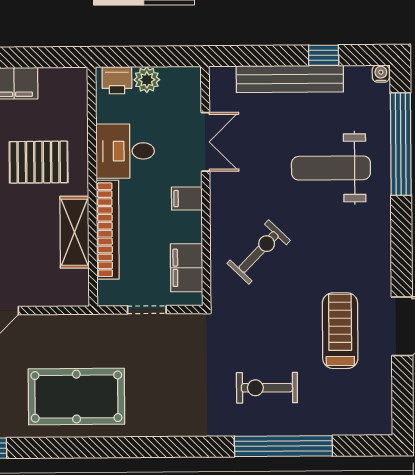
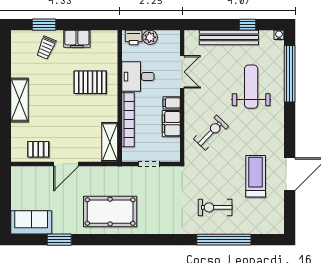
weight bench: (331, 168) -> (251, 87), turned 90
shelving: (75, 232) -> (110, 142), moved
filing cabinet: (187, 268) -> (171, 124), moved

